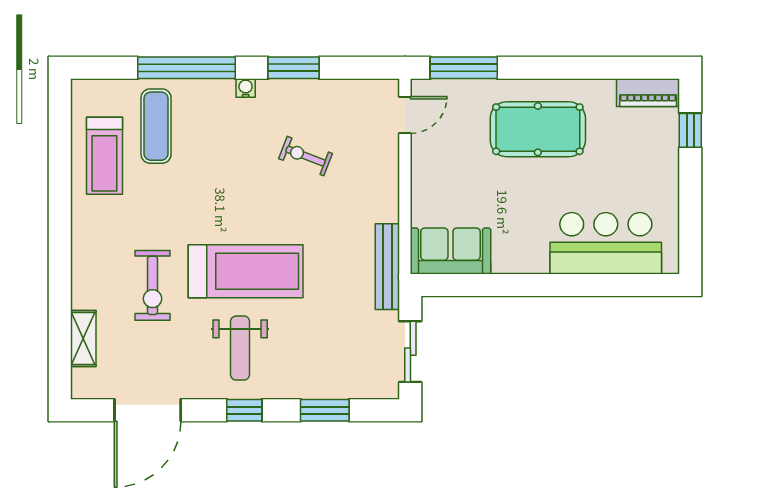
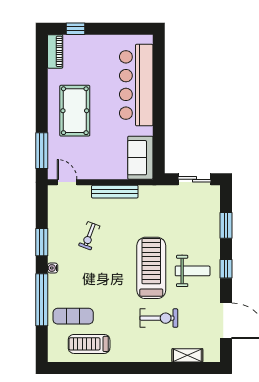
treadmill: (104, 156) -> (89, 344), turned 180
bar counter: (606, 243) -> (136, 85), width x1.36
bench: (387, 267) -> (115, 192), moved

